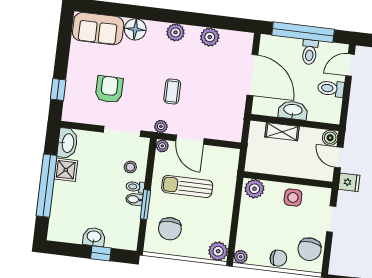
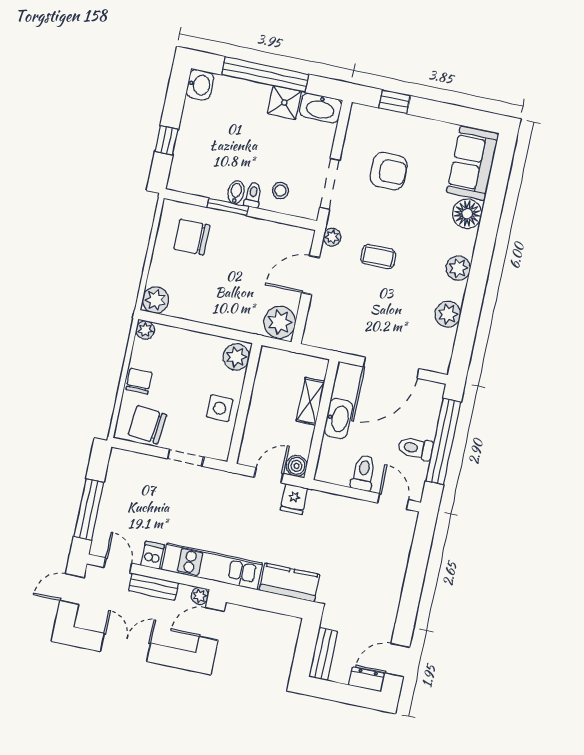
plant: (162, 146) -> (280, 322), moved, width x1.88, depth x1.88
fridge: (349, 182) -> (294, 499), moved
sun lounger: (187, 186) -> (247, 266), removed
washbasin: (94, 237) -> (200, 85), moved
chair: (278, 258) -> (139, 381), turned 180

